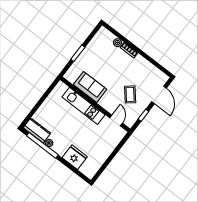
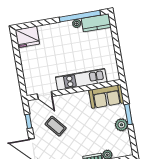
plant: (89, 51) -> (121, 125), added
sofa: (90, 87) -> (106, 96), moved
fridge: (75, 157) -> (27, 37), moved

